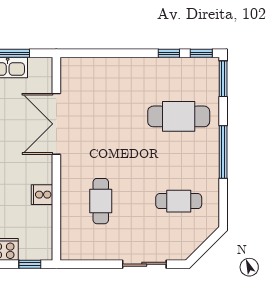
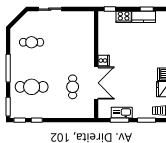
cooker: (42, 195) -> (104, 61), moved
cafe table: (101, 201) -> (73, 87), moved

